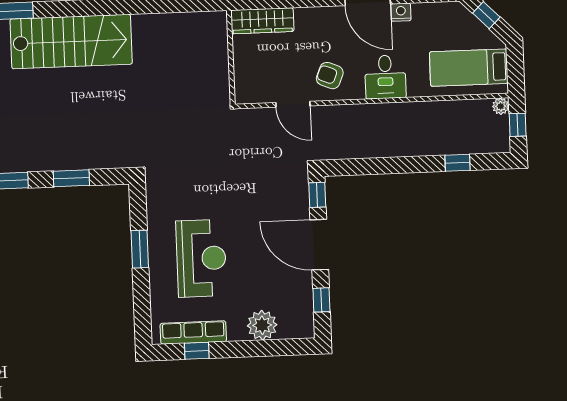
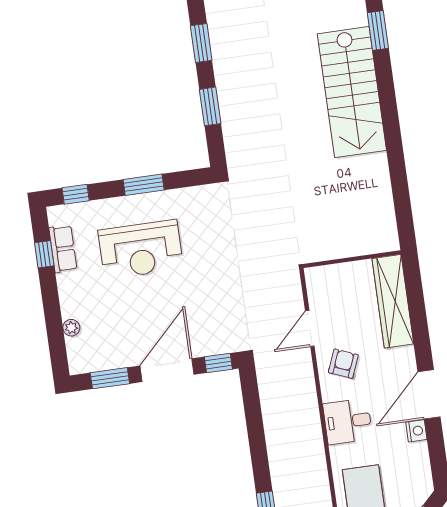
wardrobe: (262, 21) -> (393, 301), width x1.40, depth x1.17
window: (321, 300) -> (110, 378), width x1.50
window: (142, 315) -> (76, 194), added
plant: (262, 325) -> (71, 328), width x0.53, depth x0.53
row of seats: (193, 332) -> (63, 249), width x0.68

